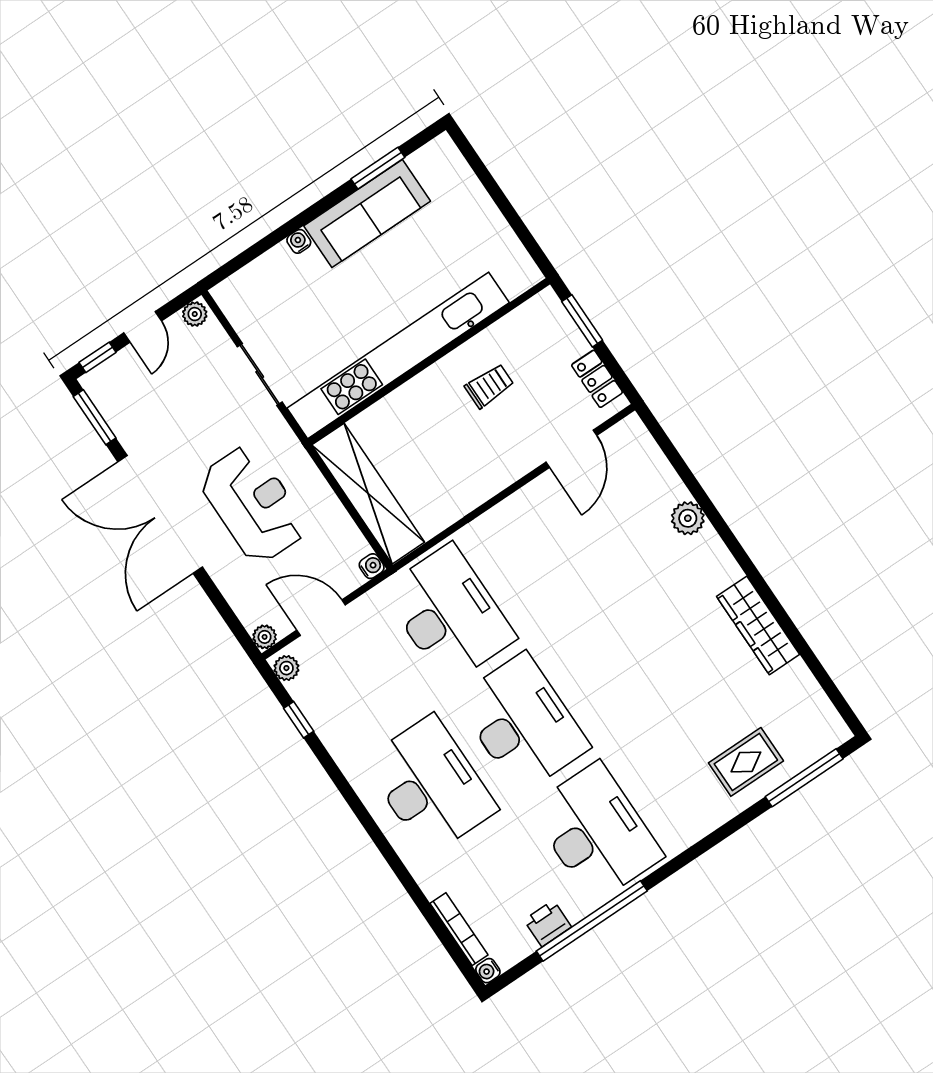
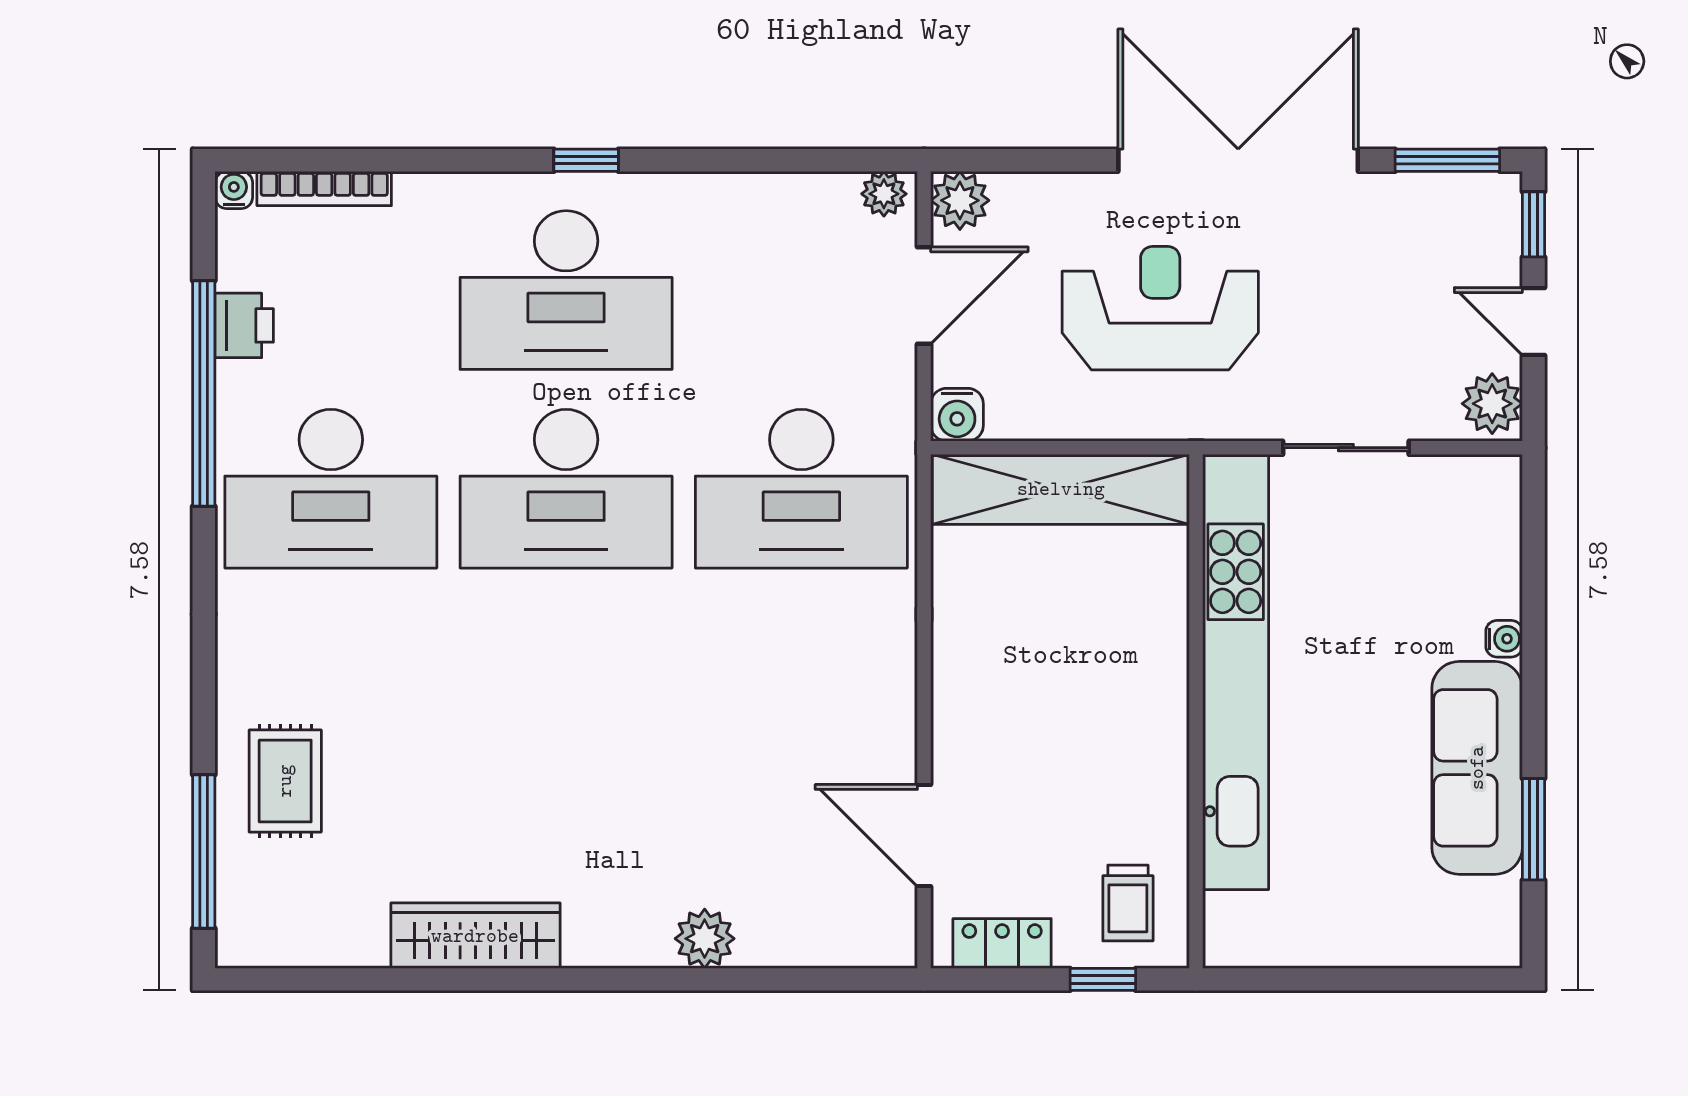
plant: (195, 314) -> (1492, 404), width x1.38, depth x1.38
window: (582, 321) -> (1103, 979), width x0.67
trolley: (489, 386) -> (1128, 903), moved
reception desk: (253, 504) -> (1160, 308), turned 180
water cooler: (372, 566) -> (957, 415), width x1.38, depth x1.38
plant: (265, 637) -> (960, 200), width x1.38, depth x1.38
window: (299, 720) -> (586, 160), moved

